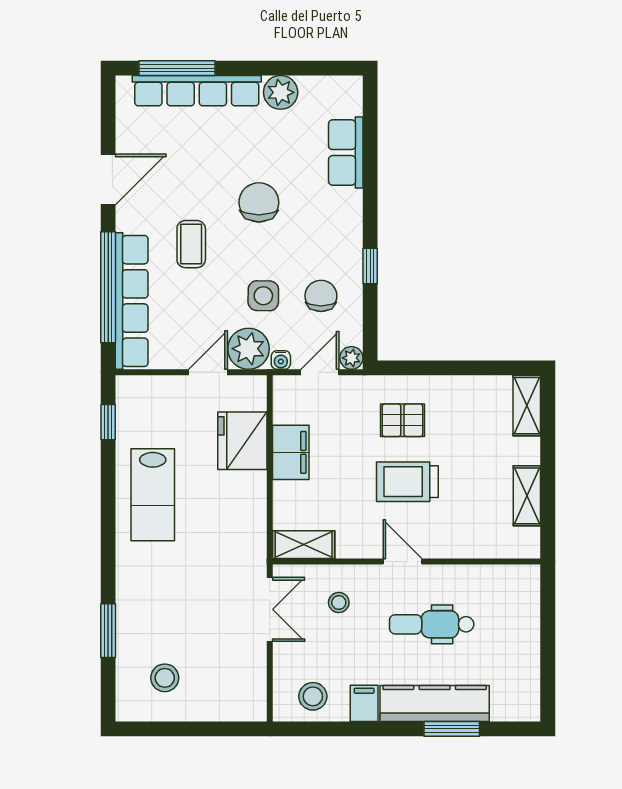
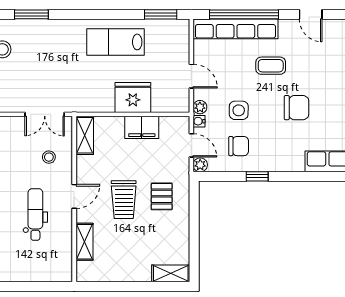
door: (108, 179) -> (311, 14), width x0.73
plant: (248, 349) -> (200, 107), width x0.53, depth x0.53
window: (108, 422) -> (161, 14), width x1.50
fridge: (242, 441) -> (133, 97), moved
trolley: (407, 482) -> (124, 200), turned 180
shelving: (527, 496) -> (84, 242), moved, turned 90

